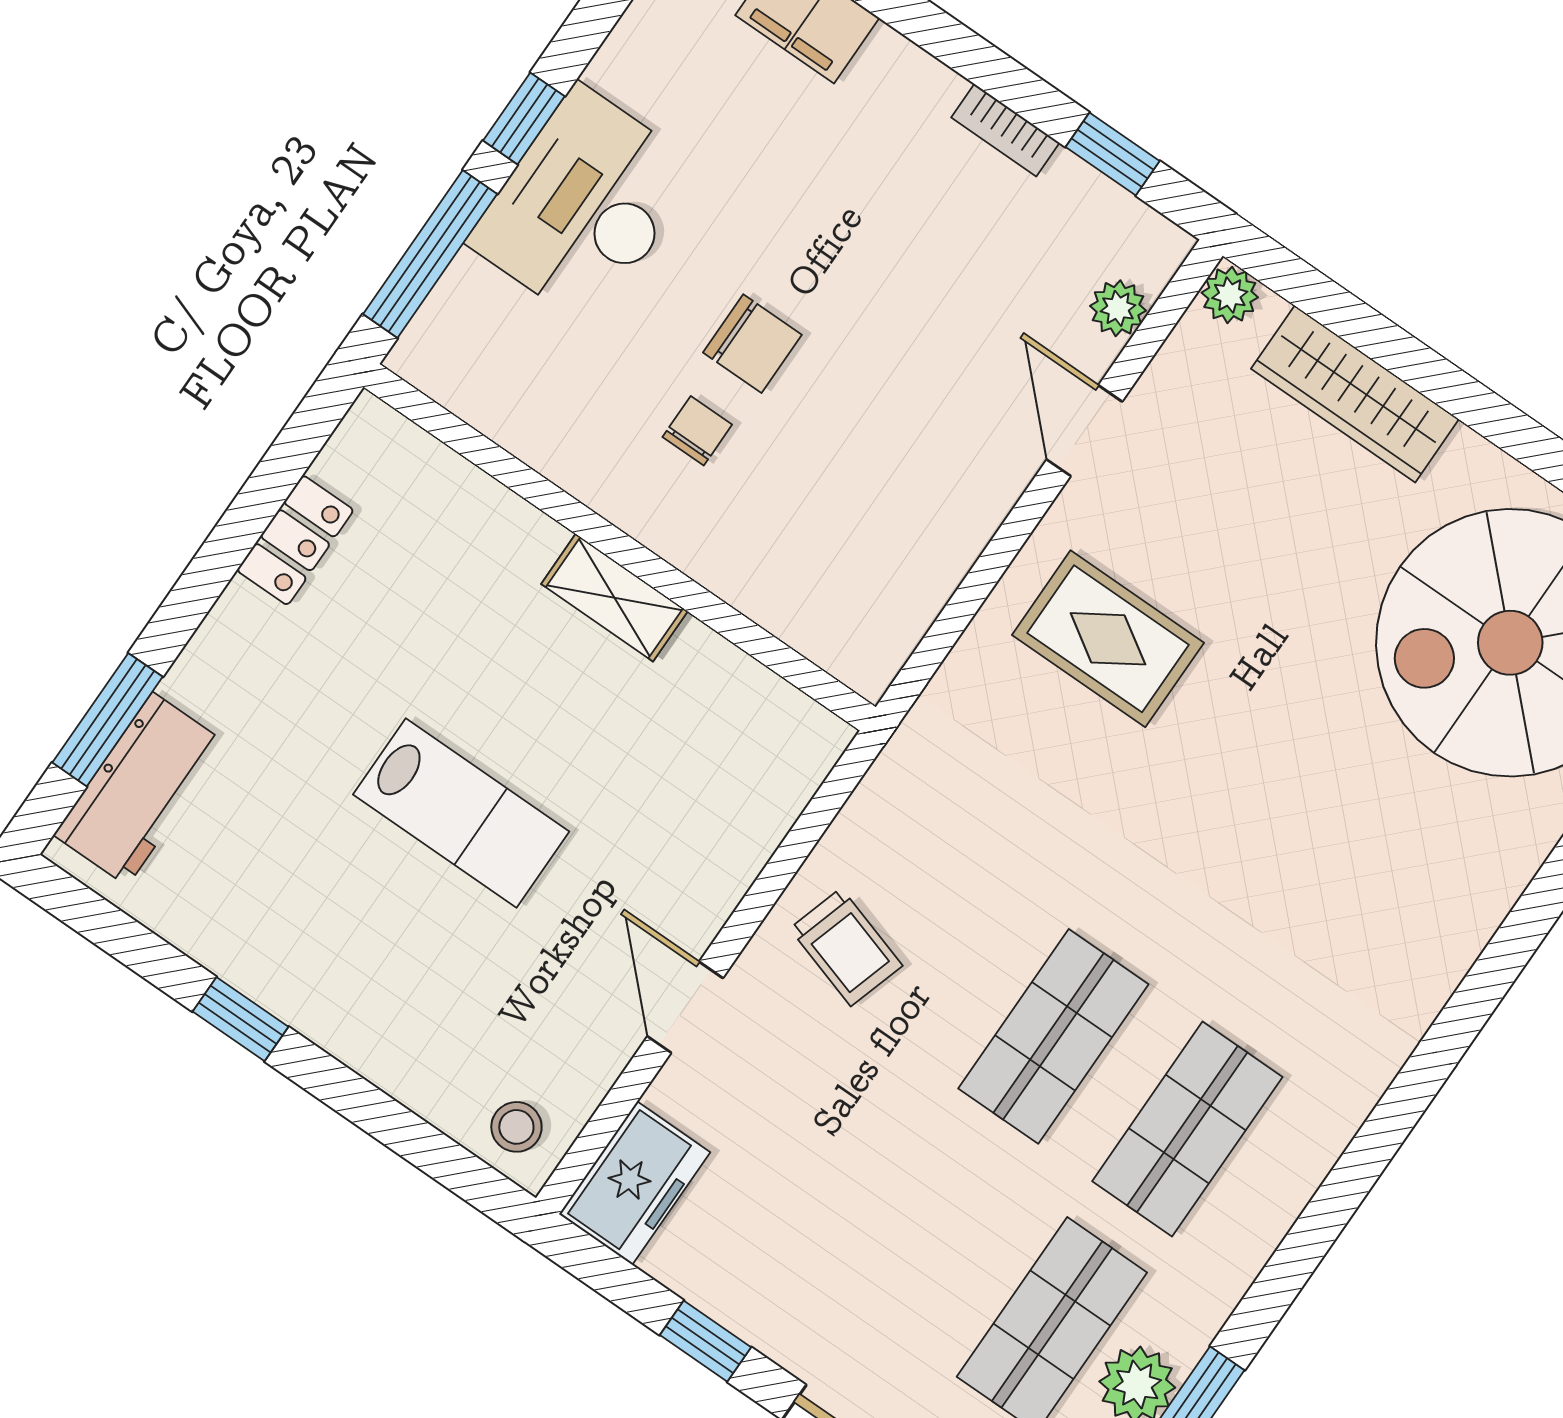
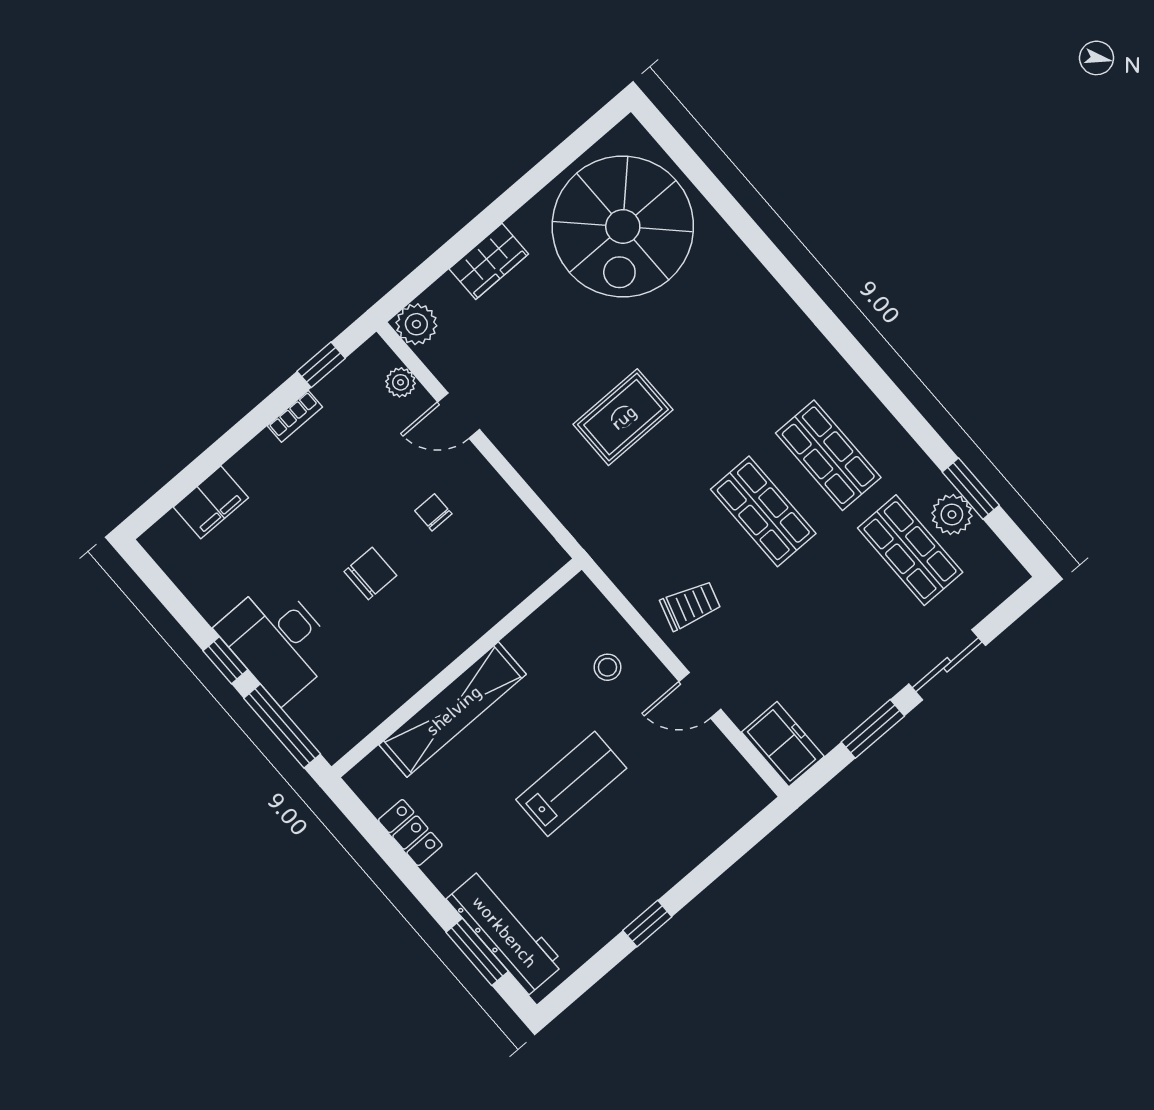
plant: (1230, 295) -> (416, 324), width x1.38, depth x1.38
wardrobe: (1355, 394) -> (489, 261), width x0.67
chair: (697, 431) -> (433, 512), moved
shelving: (614, 598) -> (453, 710), width x2.20, depth x1.33
rug: (1108, 639) -> (623, 417), moved
workbench: (140, 789) -> (505, 931), width x1.38
stool: (516, 1127) -> (607, 667), moved
window: (706, 1341) -> (873, 729), width x1.50

